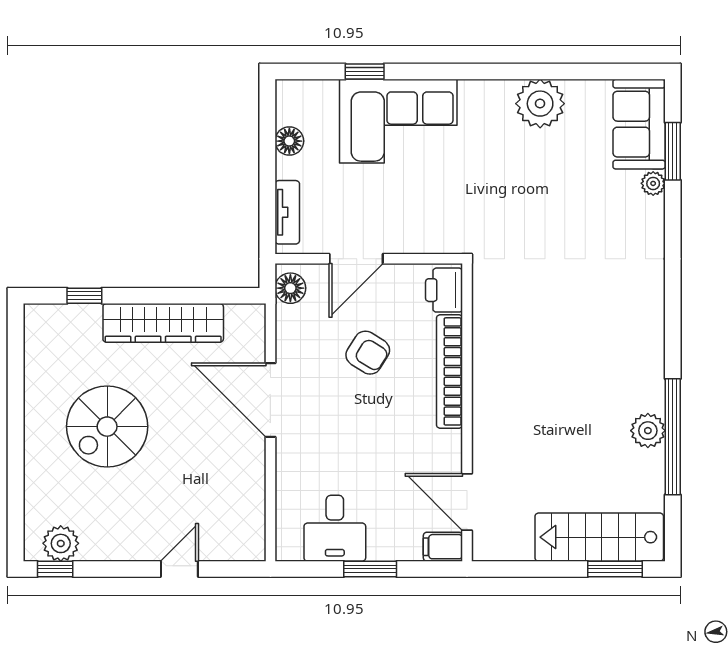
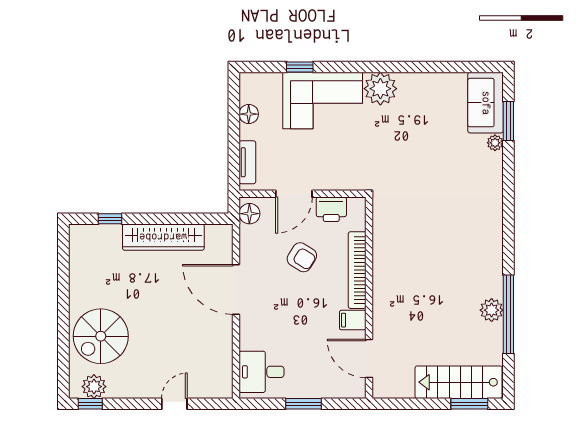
plant: (540, 104) -> (380, 89), moved
printer: (444, 290) -> (331, 209), moved, turned -90
spiral stairs: (107, 427) -> (101, 336), moved
desk: (335, 528) -> (262, 372), moved, turned 90
filing cabinet: (443, 547) -> (353, 320), moved

